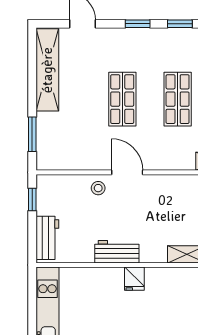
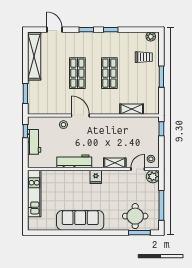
workbench: (47, 238) -> (34, 142), moved
workbench: (117, 252) -> (74, 161), width x1.38
fridge: (134, 279) -> (96, 177), moved

